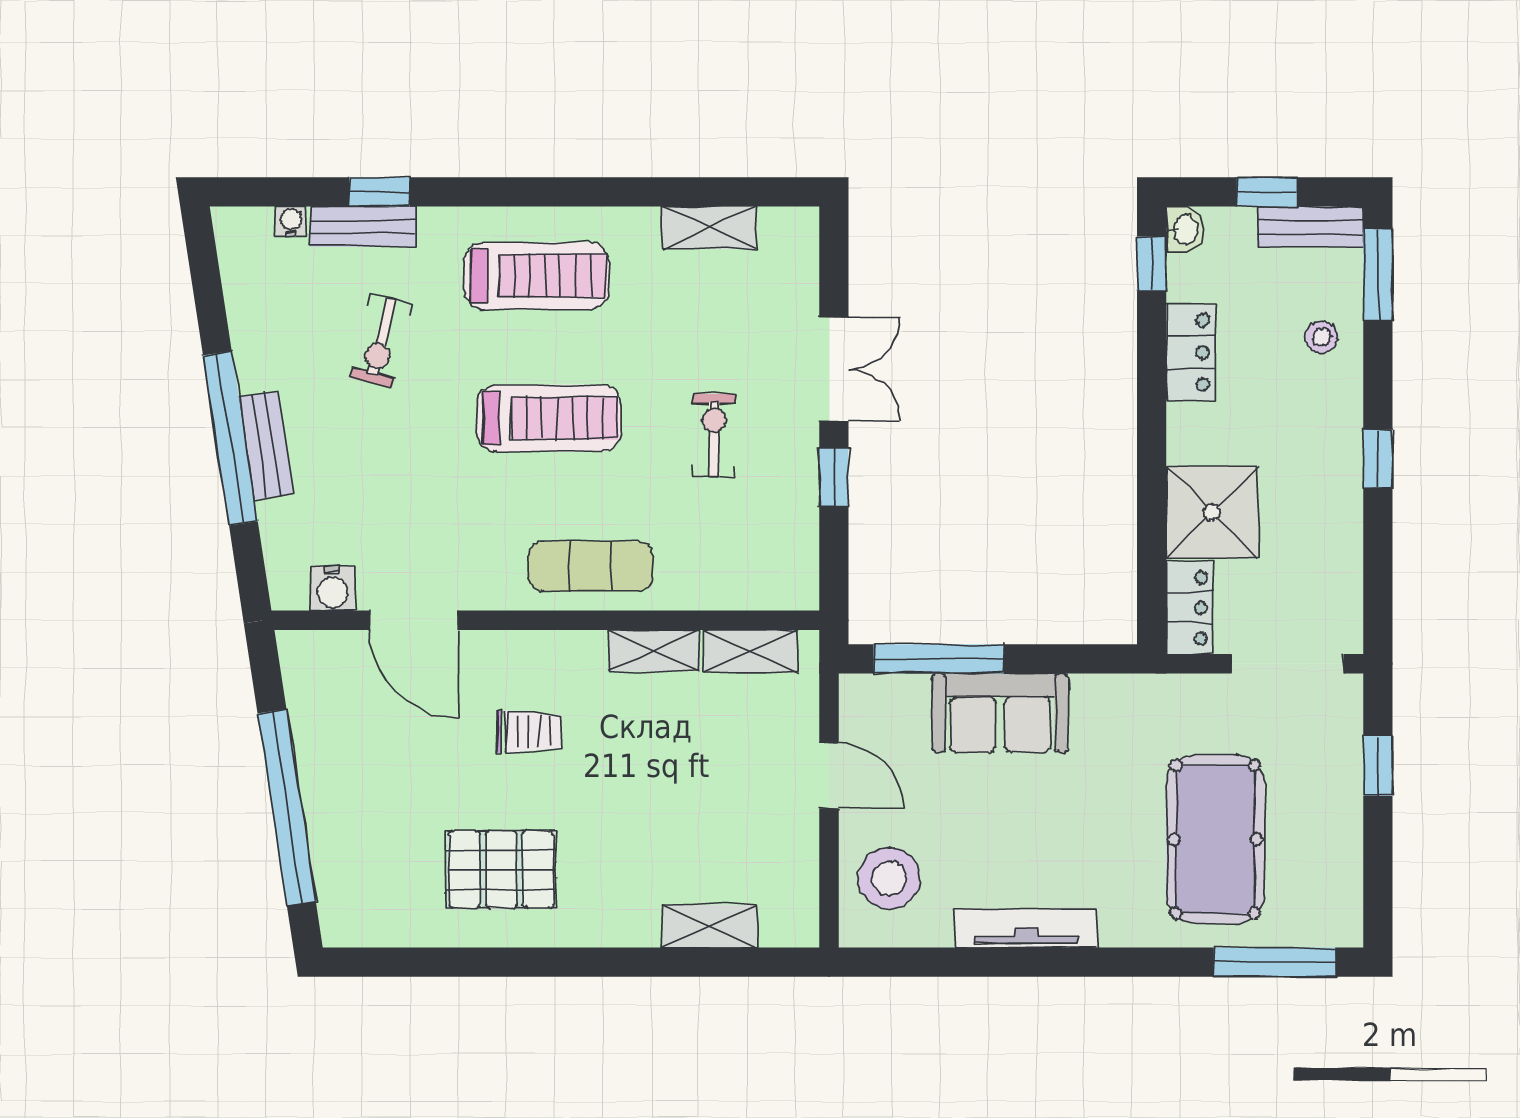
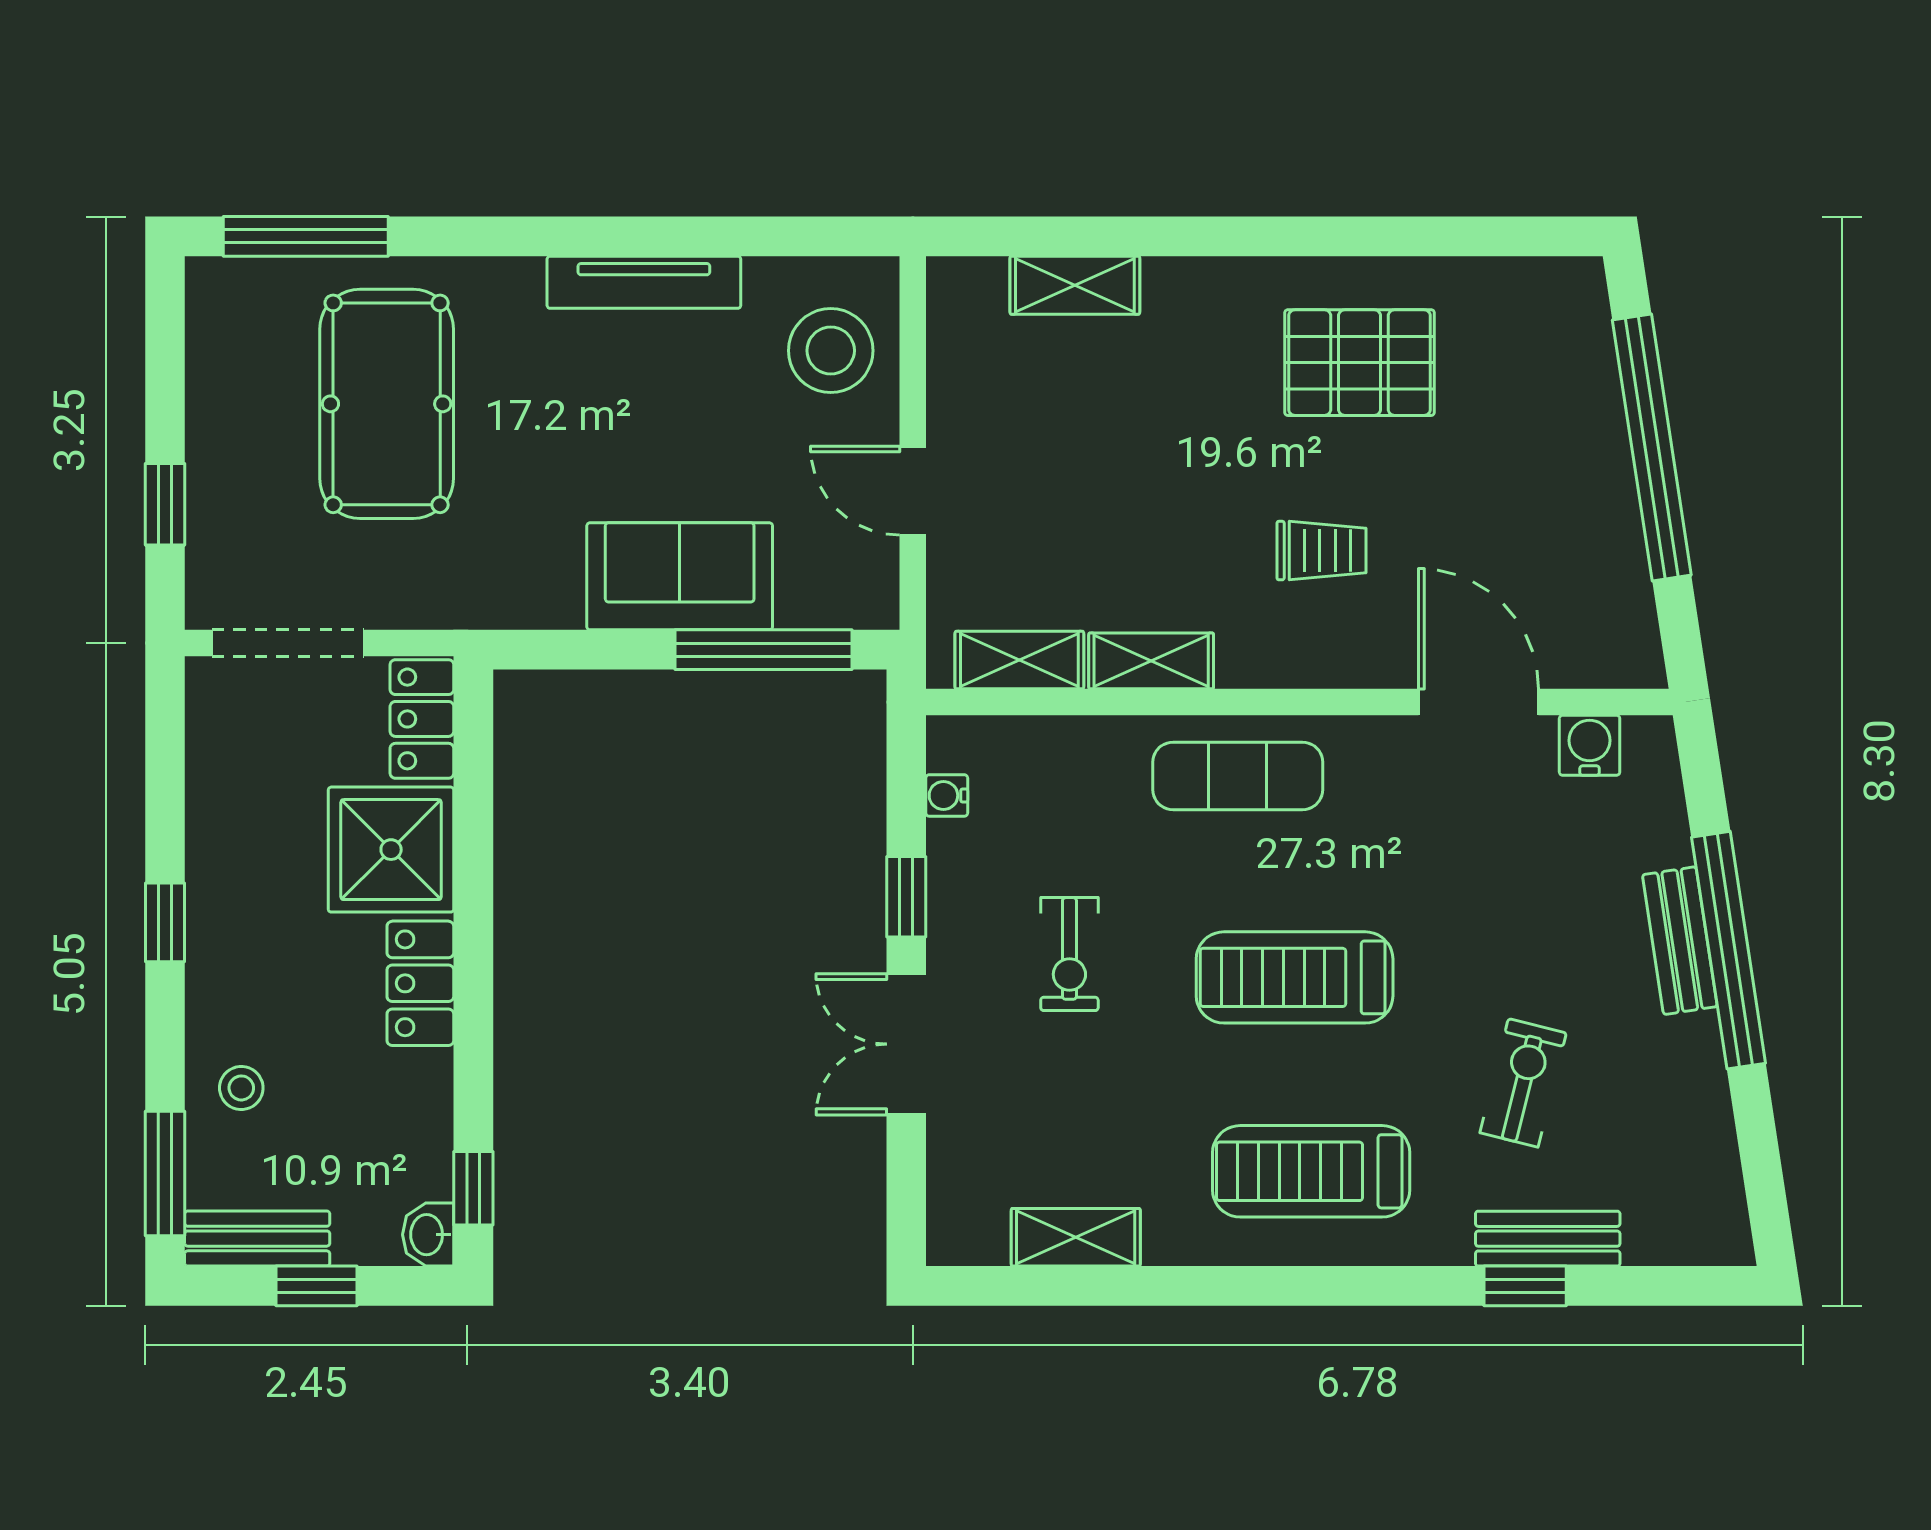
water cooler: (291, 222) -> (947, 795), moved, turned 90
locker: (1190, 353) -> (420, 983), moved
trolley: (529, 732) -> (1321, 551), turned 180

